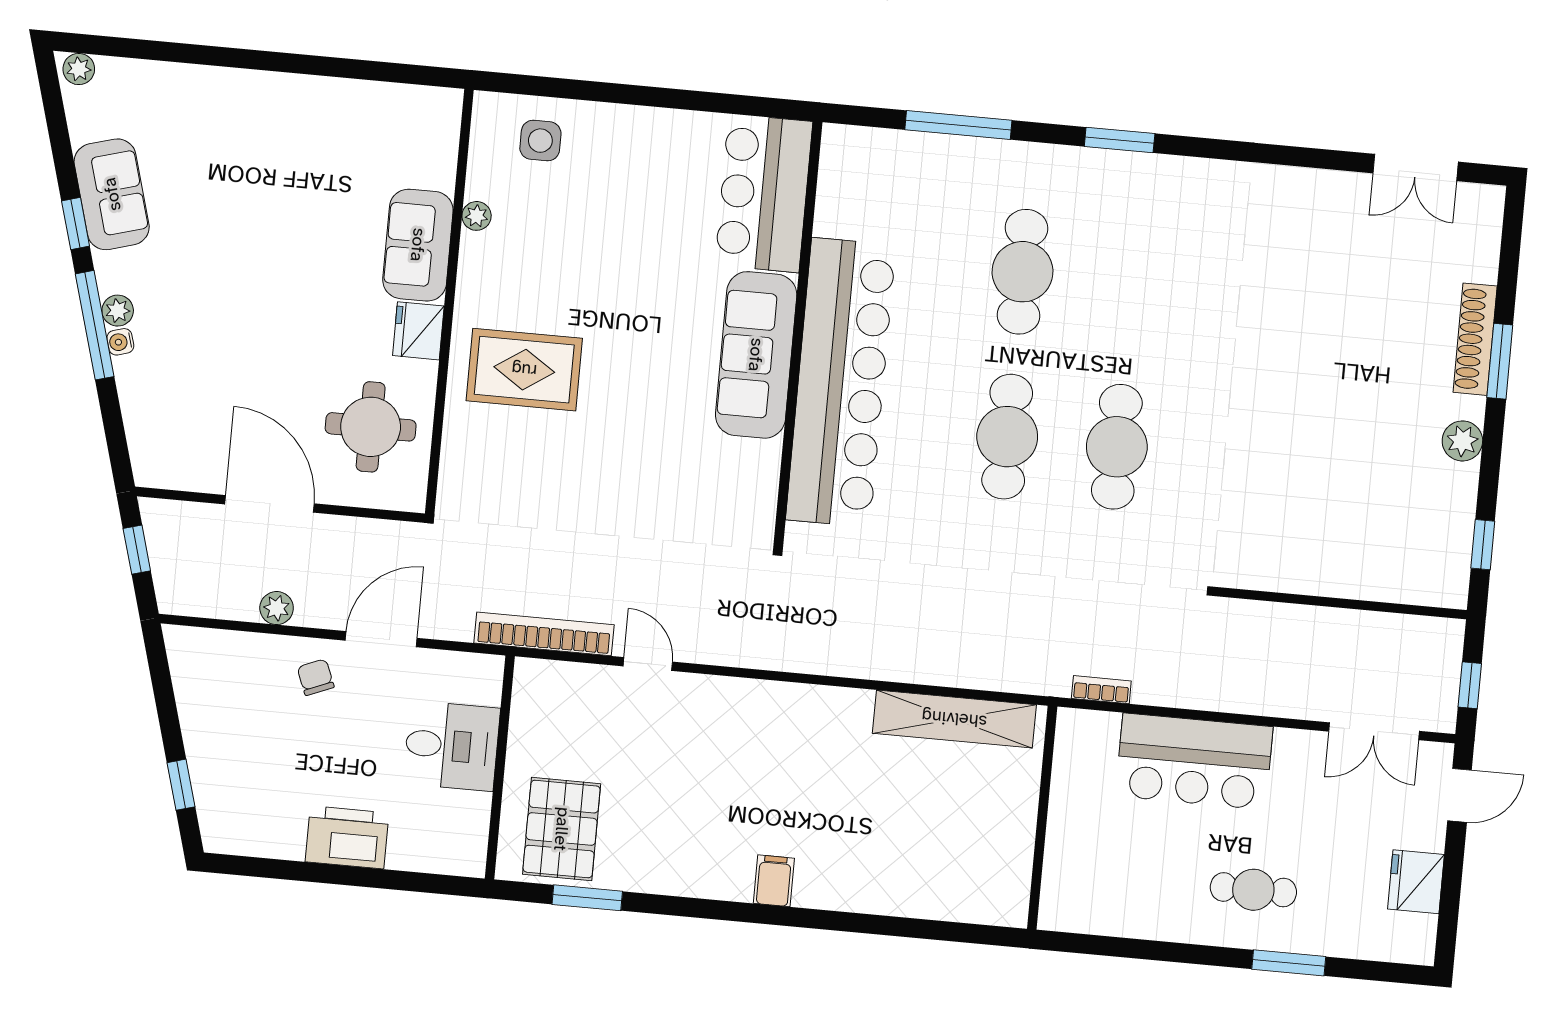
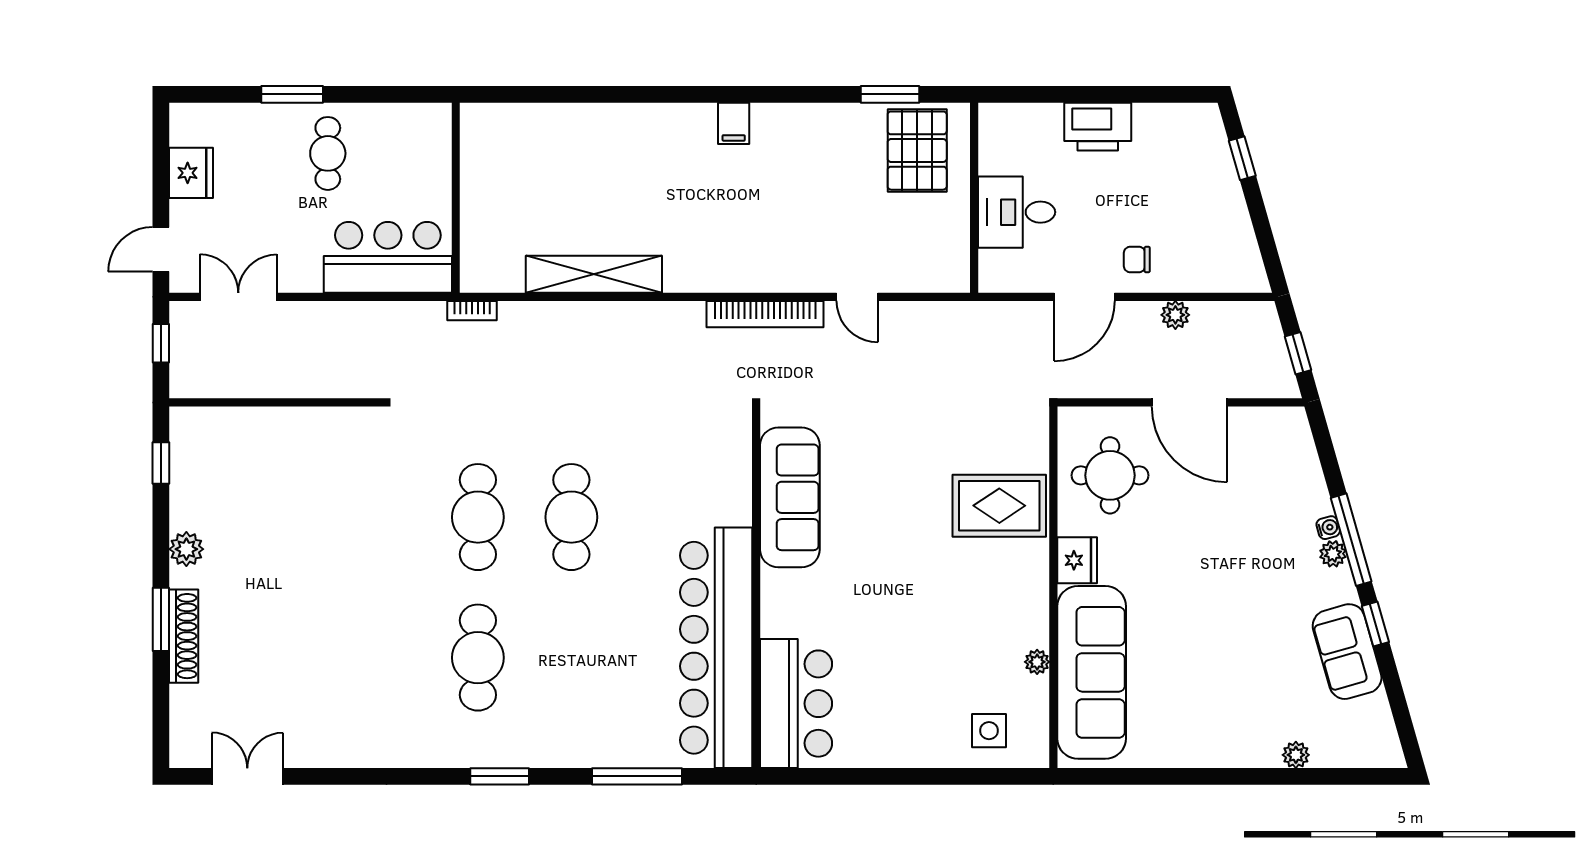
plant: (79, 69) -> (1296, 755), moved
sofa: (418, 245) -> (1092, 672), width x1.85, depth x1.27
cafe table: (1022, 272) -> (478, 658), moved
sofa: (756, 355) -> (790, 497), moved
rug: (524, 370) -> (999, 506), moved
bar counter: (841, 382) -> (716, 648), moved
bookcase: (544, 634) -> (765, 314), moved
chair: (316, 677) -> (1137, 259), turned 112
wall: (1042, 818) -> (456, 198), moved
cafe table: (1253, 890) -> (328, 153), turned 90

